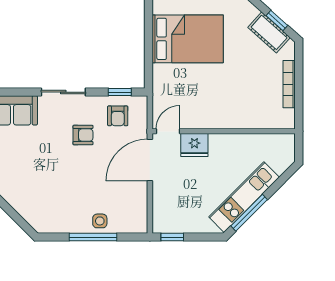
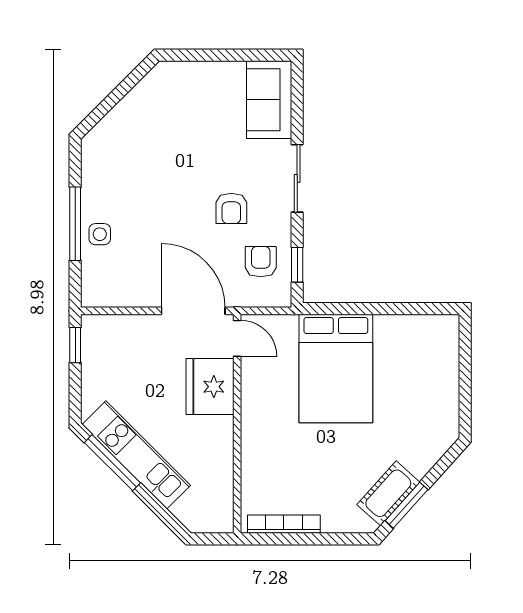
window: (277, 21) -> (407, 505), width x1.50
bed: (188, 39) -> (336, 368), moved
bookcase: (289, 84) -> (284, 524), moved
armchair: (118, 116) -> (261, 262), turned 90
fridge: (194, 145) -> (210, 387), width x1.36, depth x1.34

